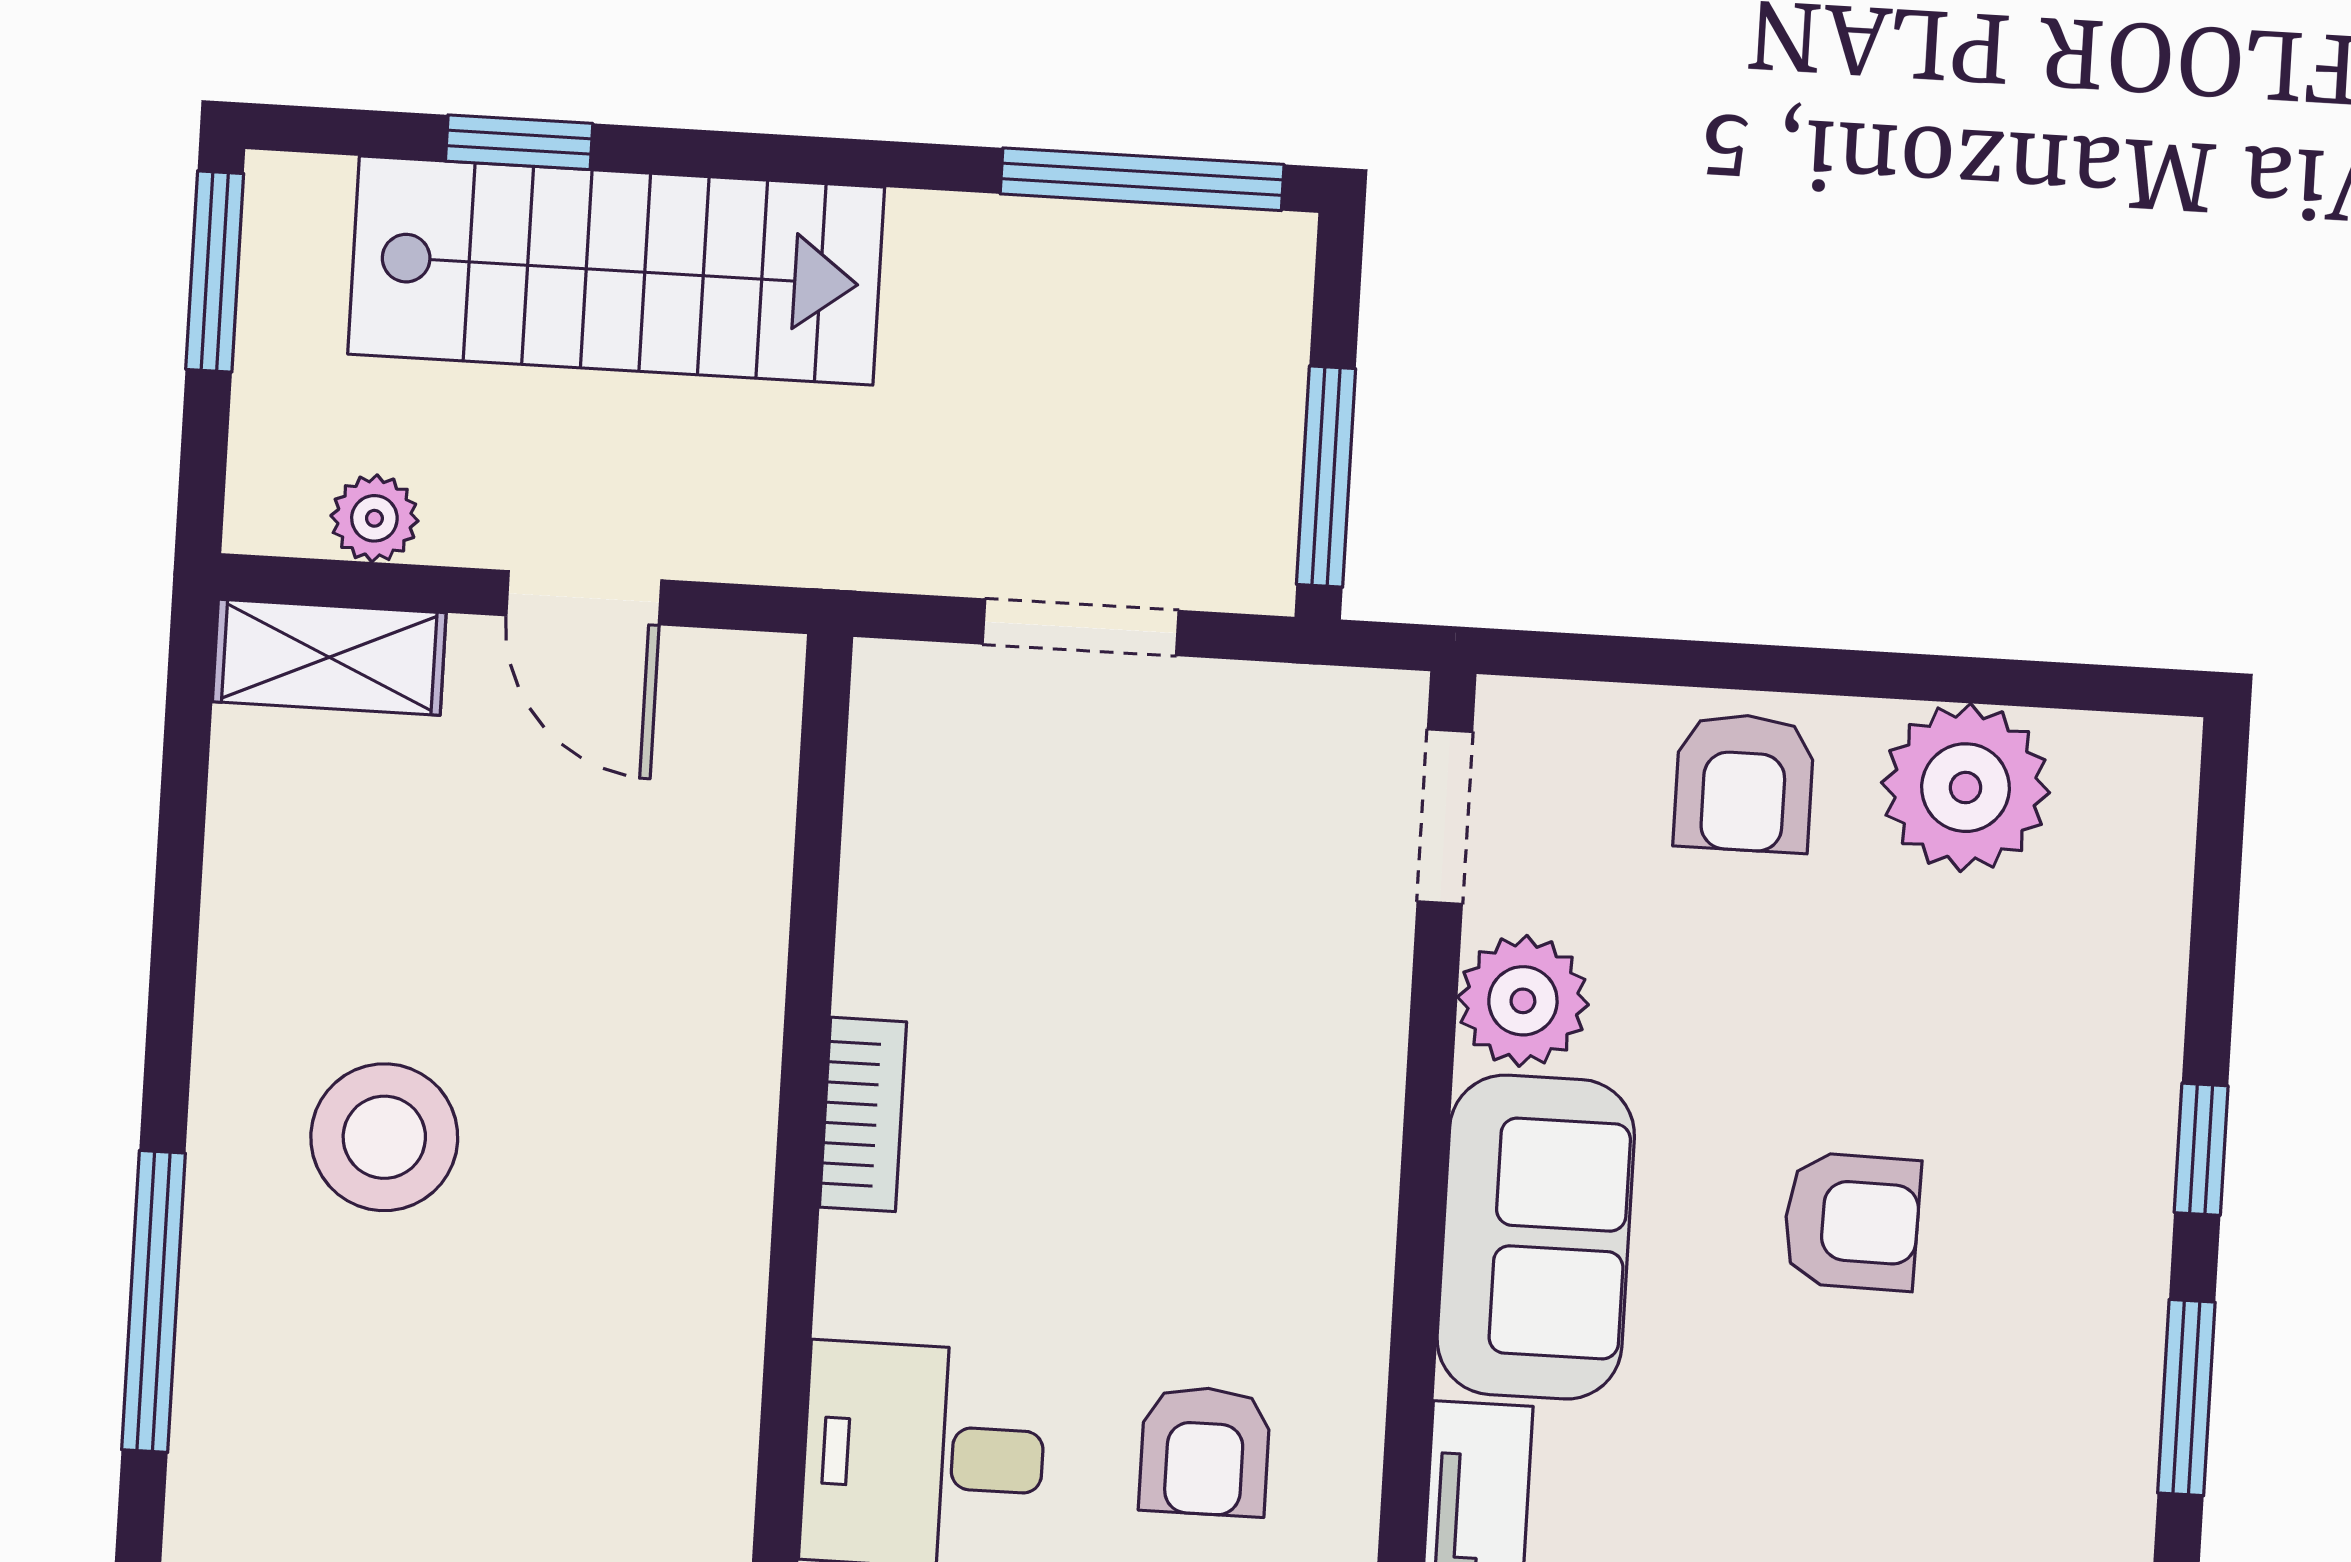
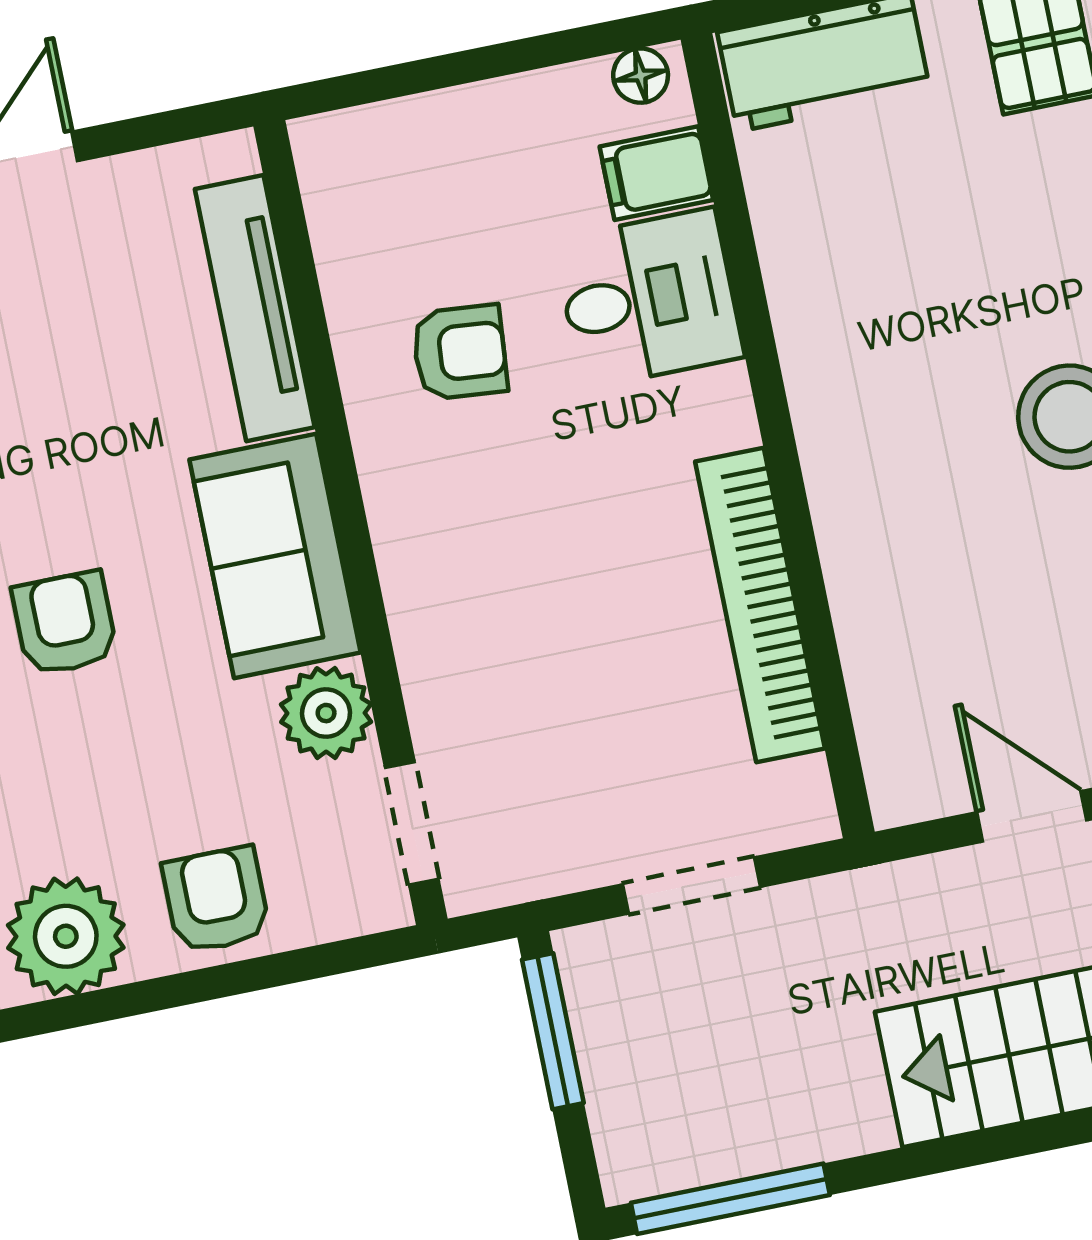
bookcase: (863, 1114) -> (760, 605), width x2.31, depth x1.31
armchair: (1852, 1221) -> (65, 623), turned 89
armchair: (1205, 1451) -> (460, 352), turned 95

